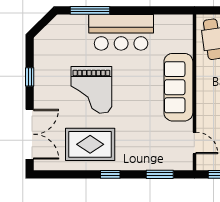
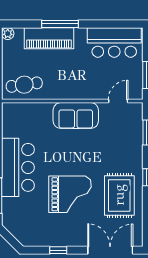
sofa: (178, 87) -> (76, 116), width x0.73

